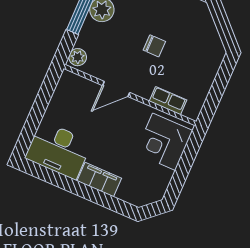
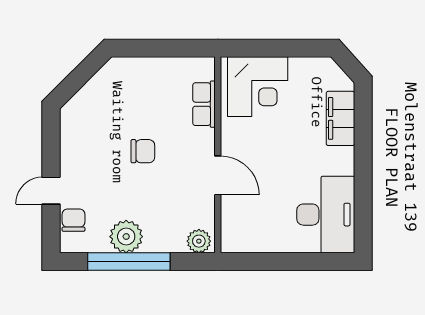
chair: (154, 46) -> (143, 151), turned 90
filing cabinet: (99, 180) -> (340, 118), moved

